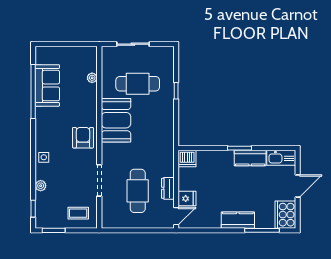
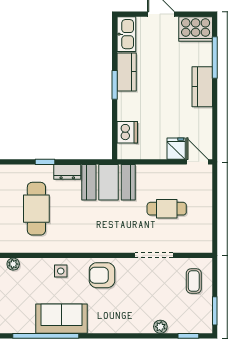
plant: (92, 78) -> (13, 264), moved
sofa: (47, 85) -> (62, 319), moved
booth: (116, 120) -> (109, 182), moved
side table: (44, 157) -> (61, 271), moved
dishwasher: (187, 158) -> (127, 132), moved
dresser: (168, 188) -> (67, 172), moved
cafe table: (138, 191) -> (167, 209), width x0.73, depth x0.74

